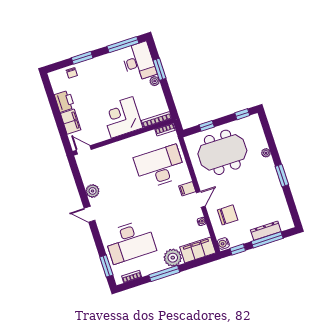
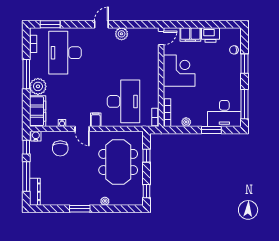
plant: (155, 81) -> (186, 122), moved
corner desk: (122, 117) -> (179, 71), moved
dresser: (266, 231) -> (35, 192), moved

